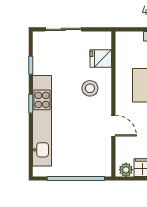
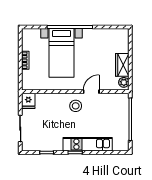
fridge: (101, 58) -> (28, 101), moved
stool: (90, 88) -> (76, 106), moved
kitchen unit: (42, 121) -> (88, 144), width x0.73

